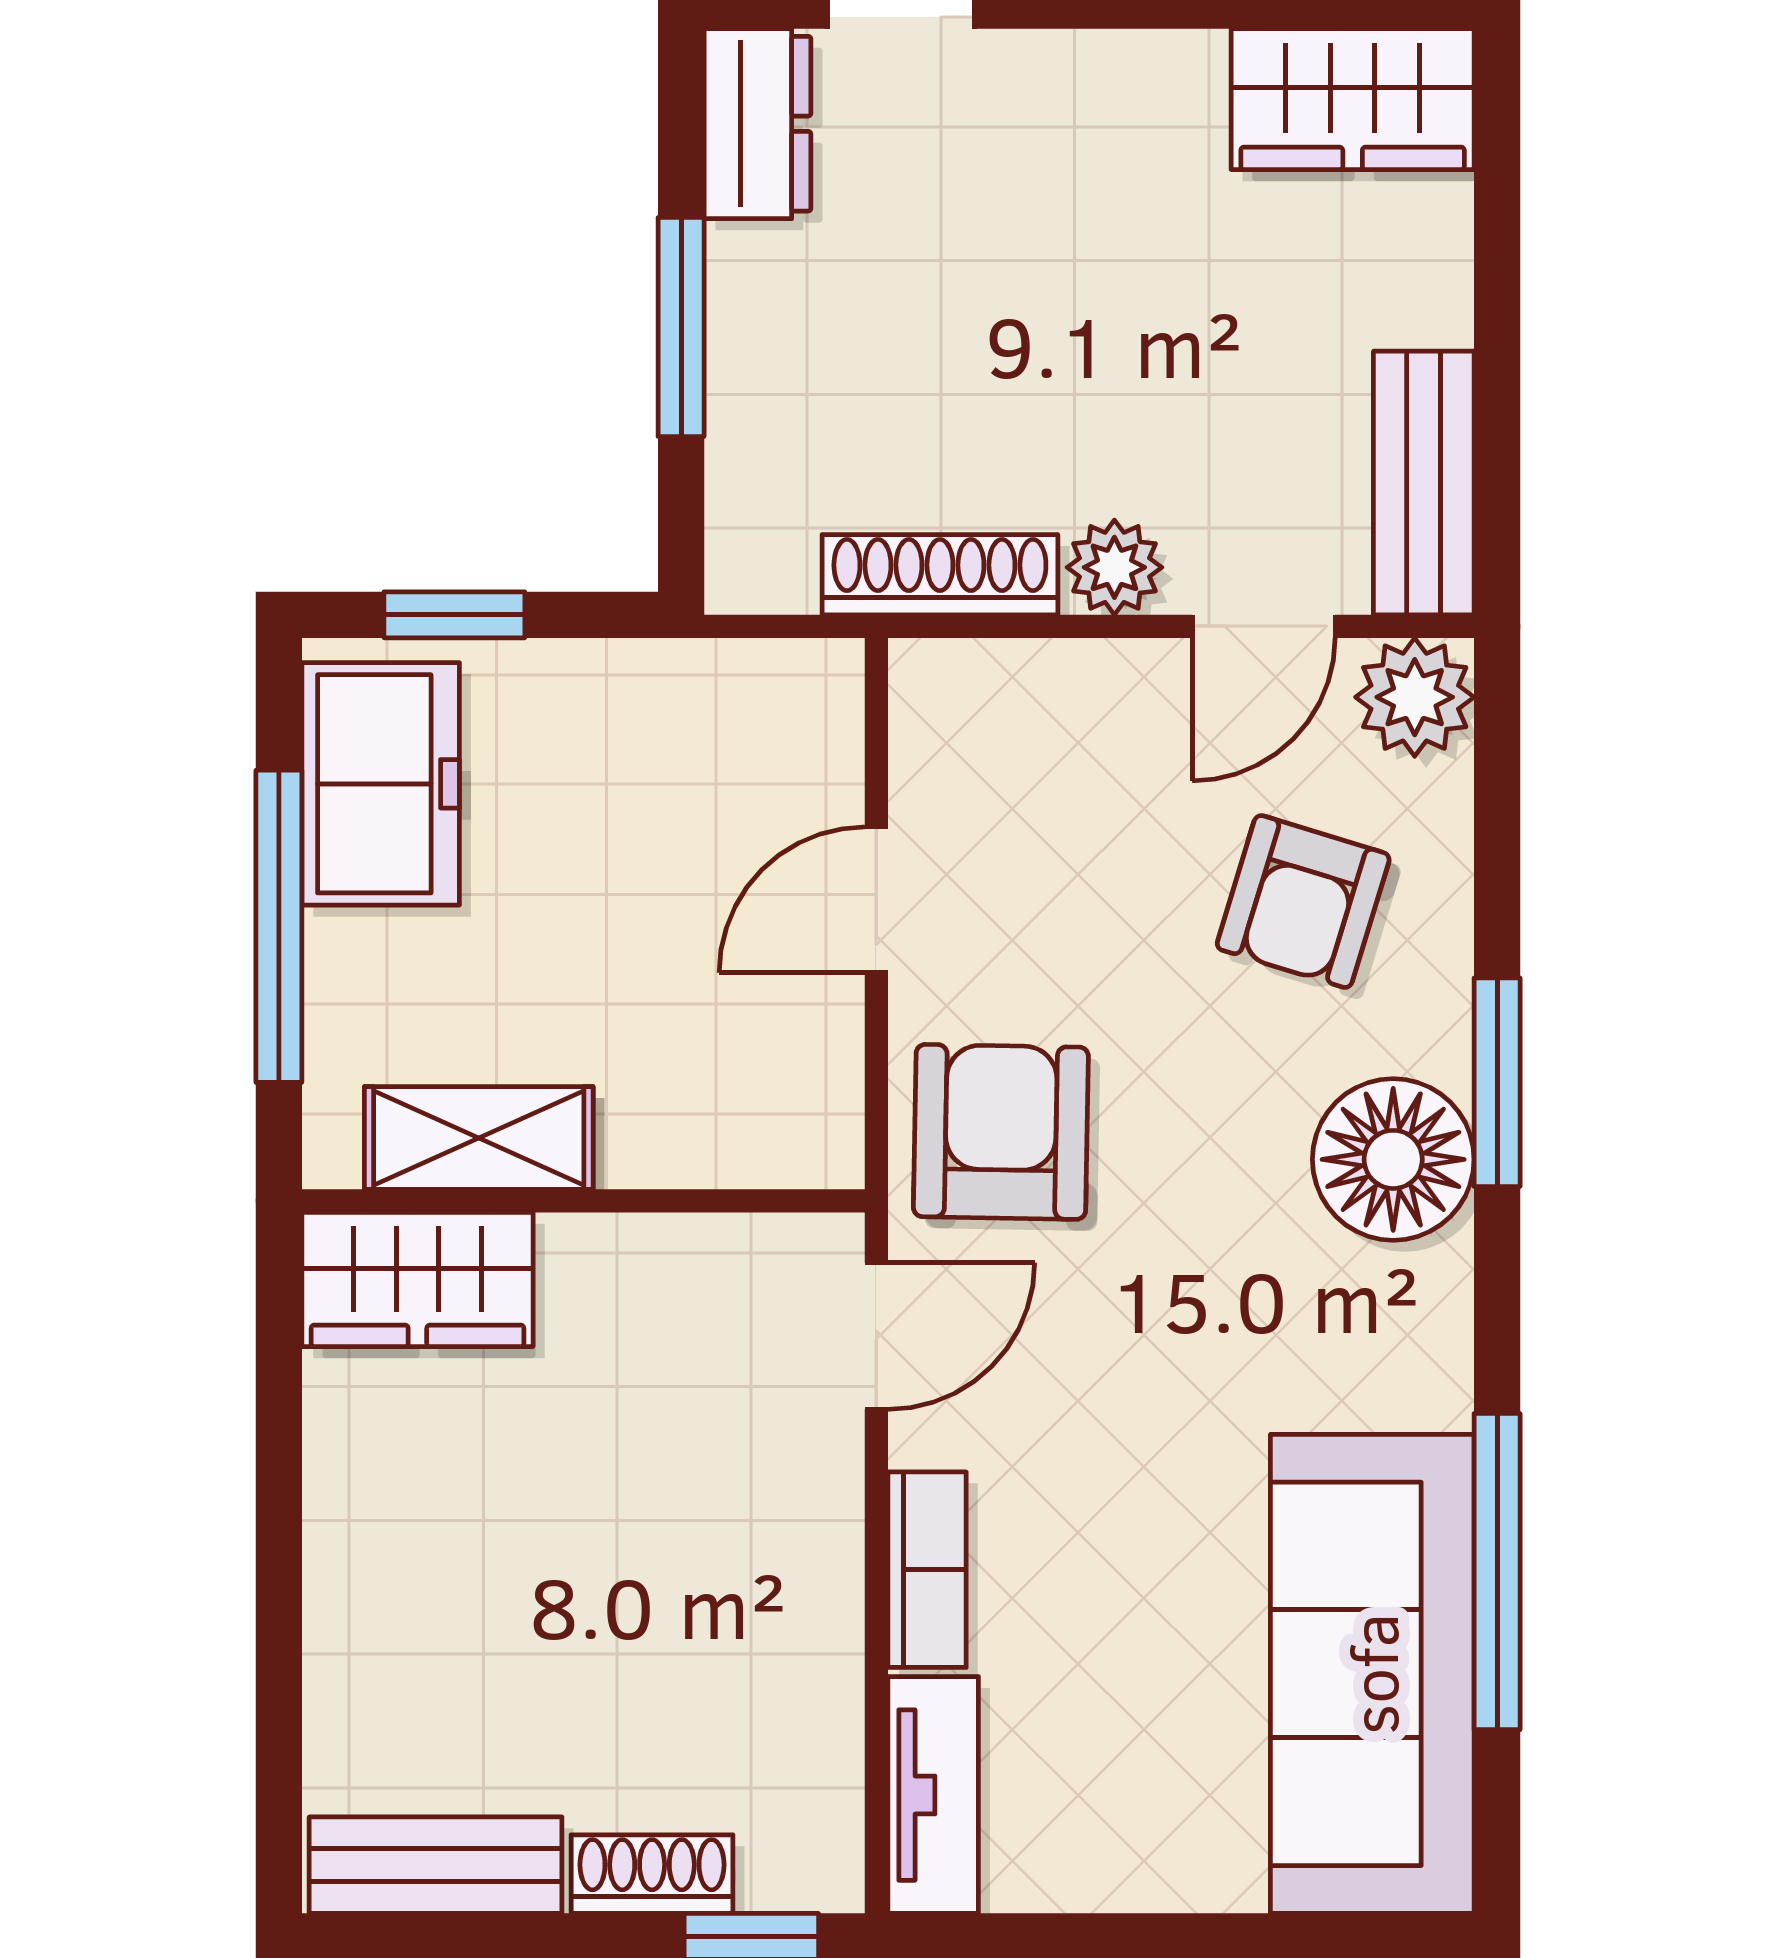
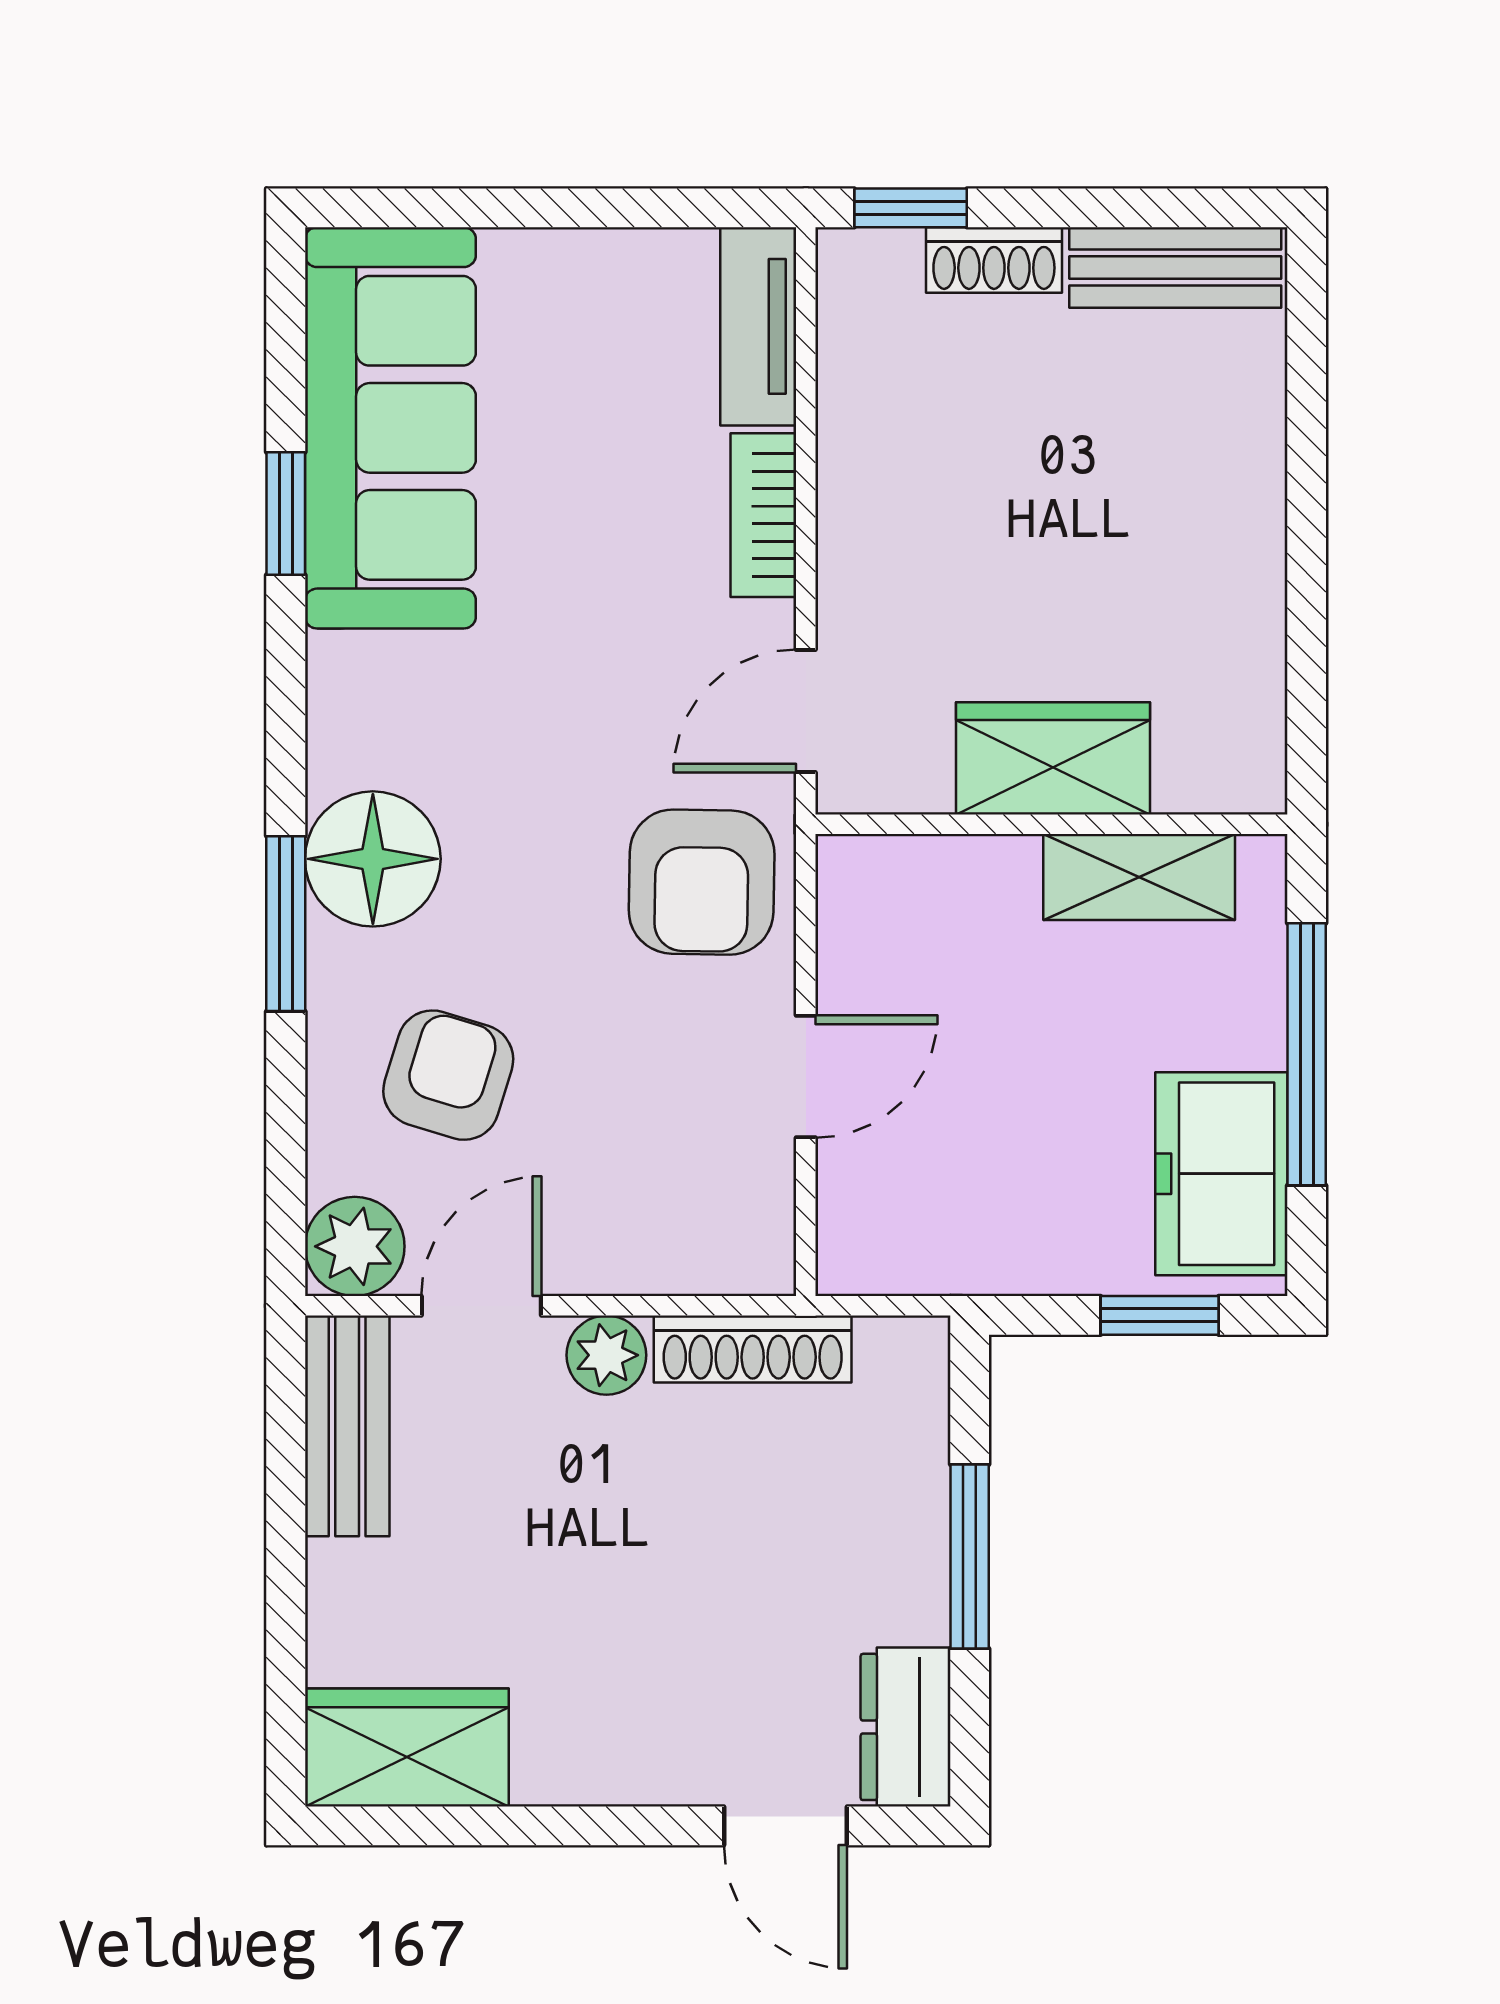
wardrobe: (417, 1279) -> (1053, 758), moved
window: (1497, 1572) -> (286, 514), width x0.46

